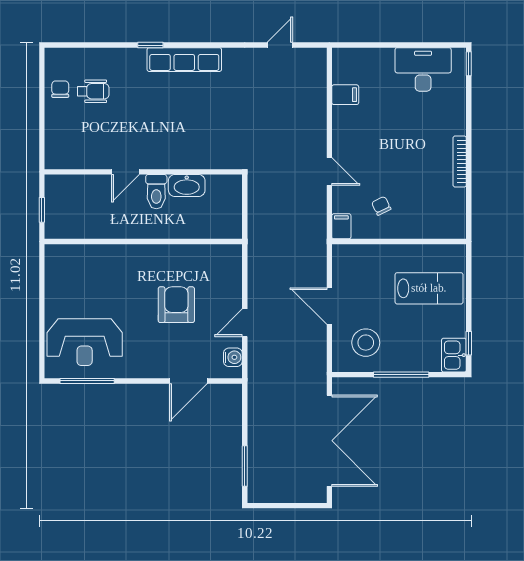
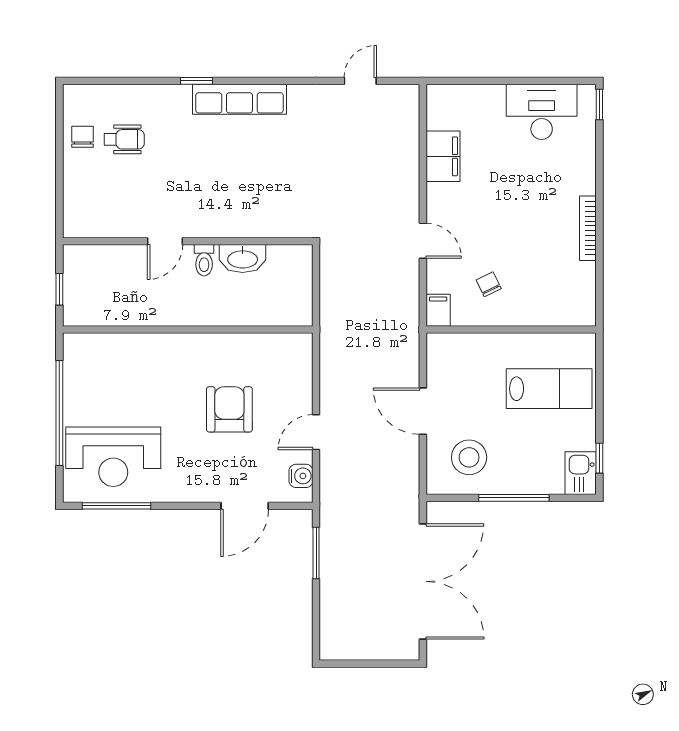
filing cabinet: (345, 95) -> (443, 156), width x2.00
toilet: (156, 192) -> (204, 260), width x0.73, depth x0.72
window: (42, 307) -> (59, 413), added
window: (245, 466) -> (316, 553), moved

